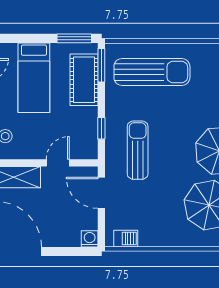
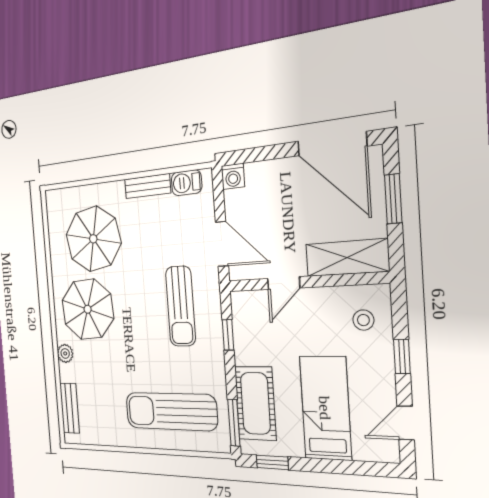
window: (74, 38) -> (272, 462), width x0.67
bench: (158, 240) -> (147, 186), added

